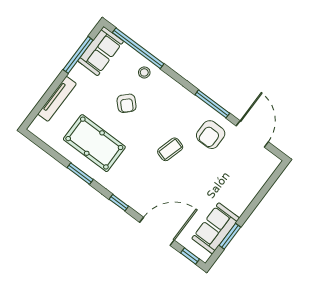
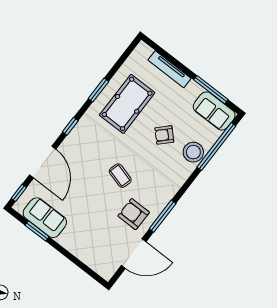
stool: (144, 72) -> (193, 152), width x1.89, depth x1.89

